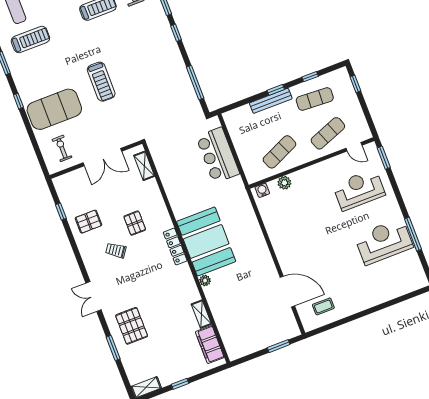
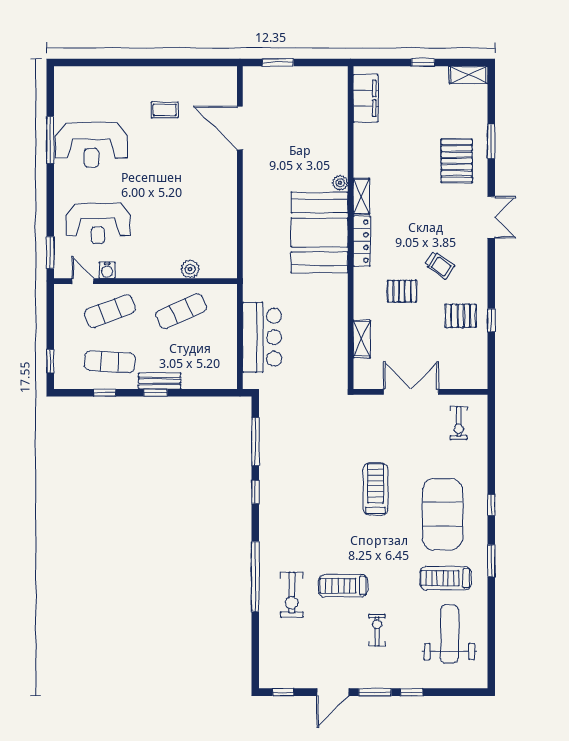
window: (176, 33) -> (255, 492), moved
bench: (271, 101) -> (160, 381), width x0.73
exercise mat: (54, 109) -> (443, 514), moved, turned 90
shelving: (144, 166) -> (362, 339), moved
water cooler: (262, 190) -> (107, 270), moved
window: (61, 211) -> (491, 320), moved
pallet: (135, 223) -> (402, 291), turned 90
coffee table: (323, 306) -> (165, 110), moved
shelving: (201, 314) -> (361, 196), moved

